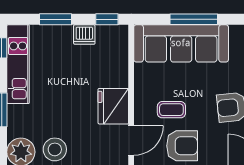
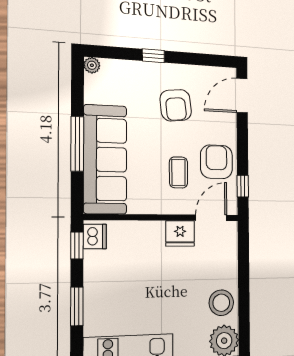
dishwasher: (84, 35) -> (95, 237), moved
fridge: (113, 106) -> (180, 233), width x0.73, depth x0.75
door: (131, 140) -> (211, 218), hinge flipped

